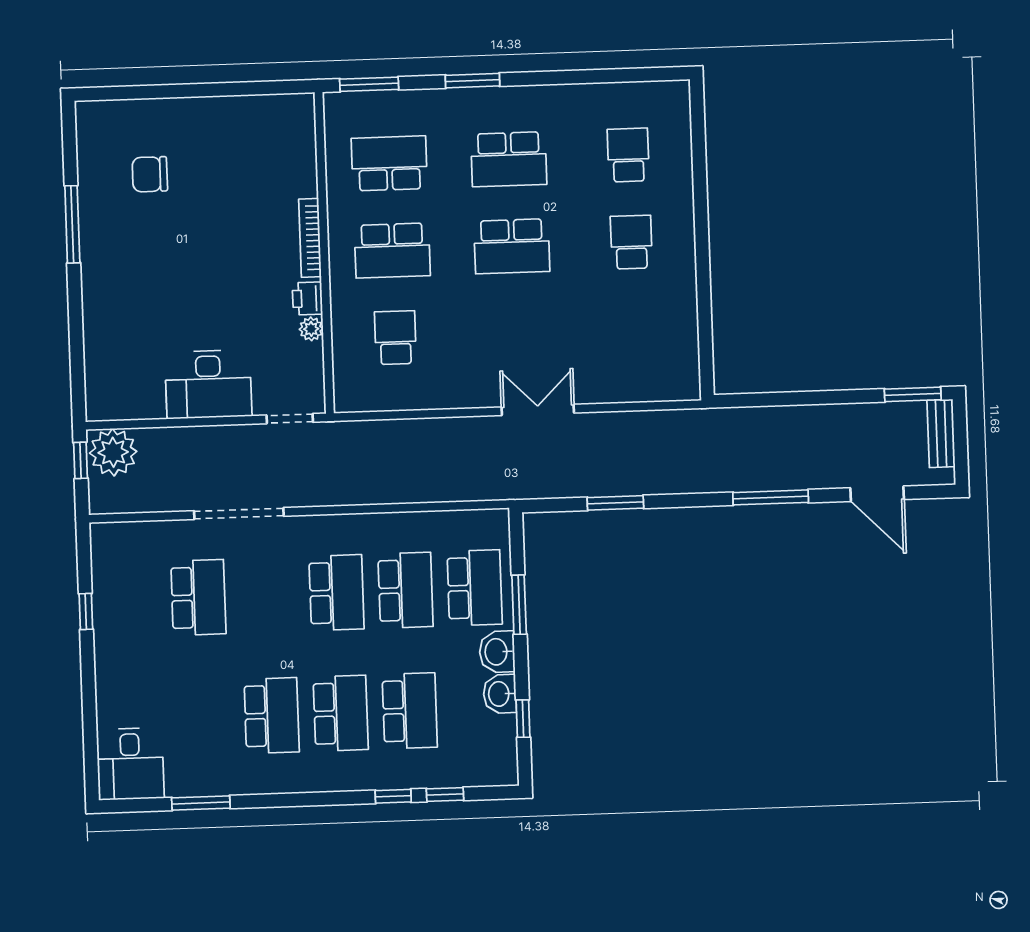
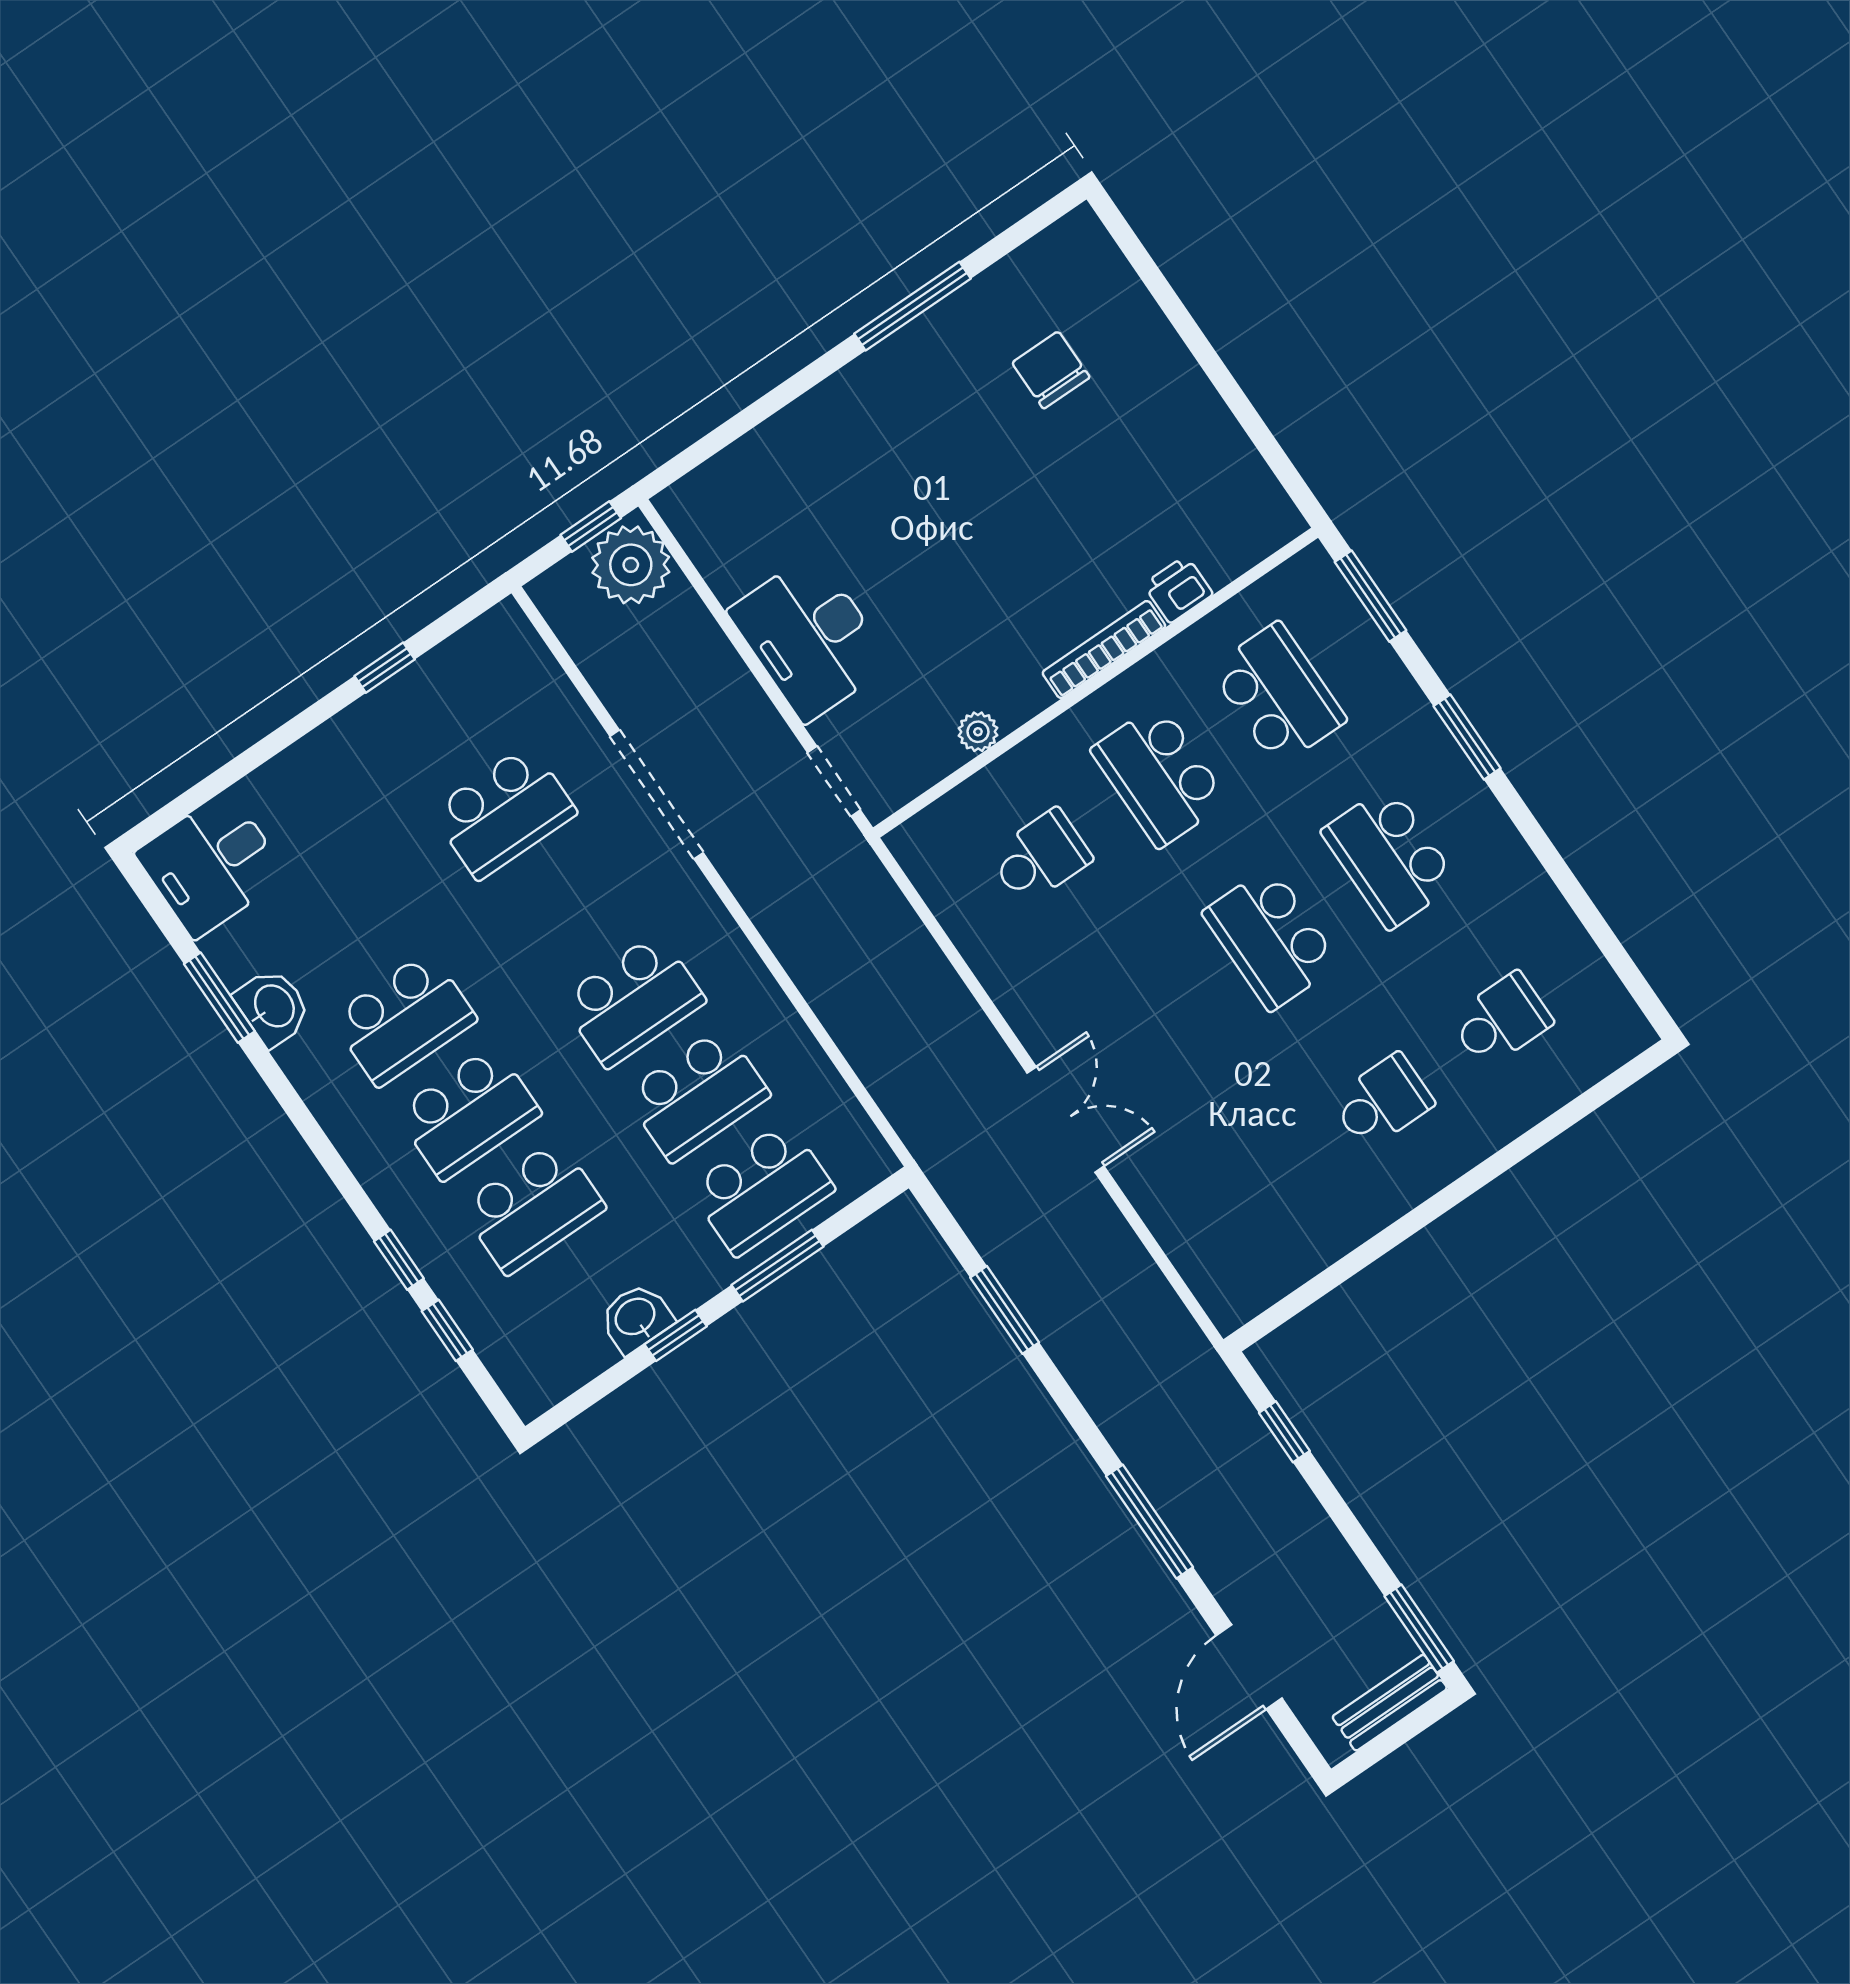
printer: (307, 298) -> (1178, 589), moved
window: (768, 399) -> (1284, 1432), added
washbasin: (497, 652) -> (273, 1007), moved, turned 90
window: (523, 719) -> (676, 1335), moved

